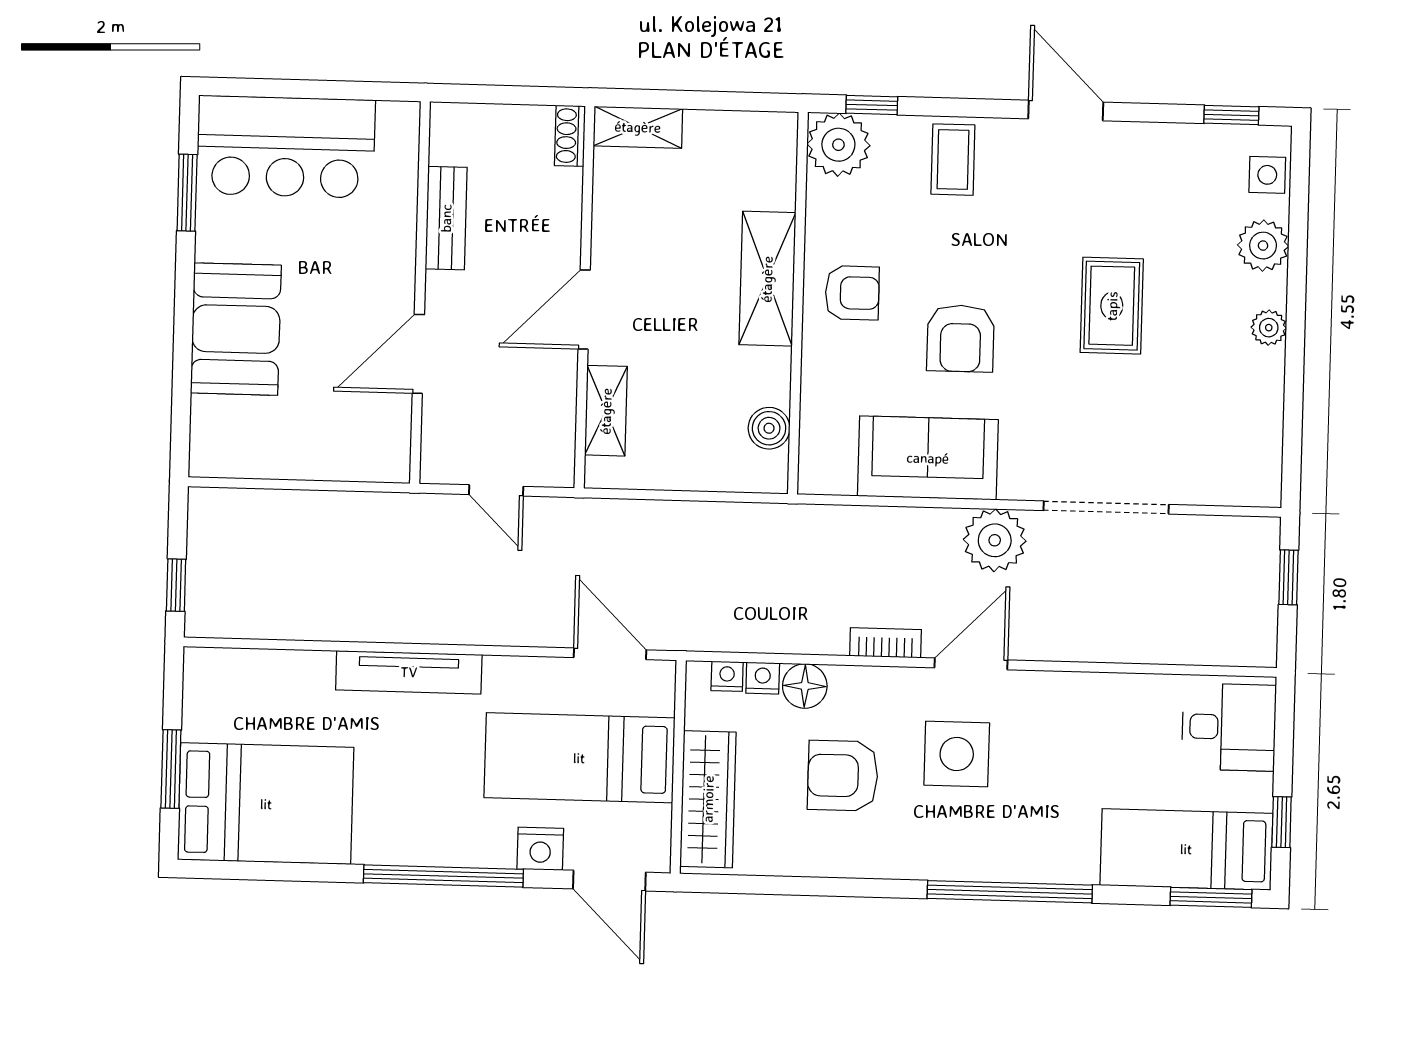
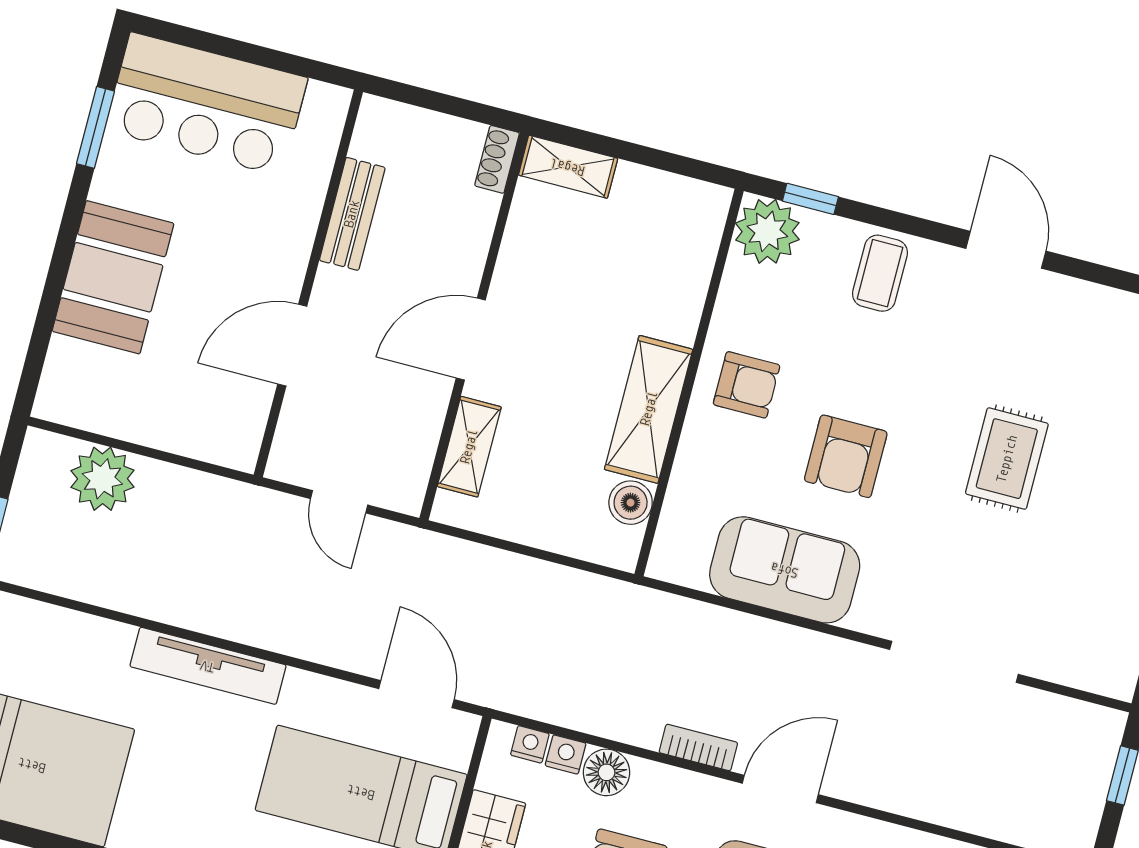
shelving: (767, 279) -> (649, 409), moved
plant: (995, 540) -> (102, 479), moved

